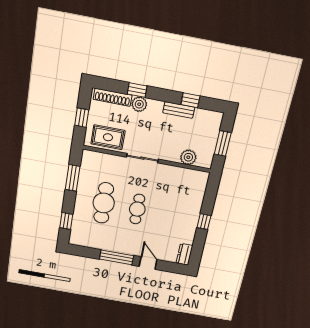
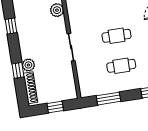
bench: (179, 110) -> (22, 32), removed
rug: (108, 137) -> (64, 81), removed
cafe table: (104, 203) -> (121, 66), width x0.73, depth x0.74

